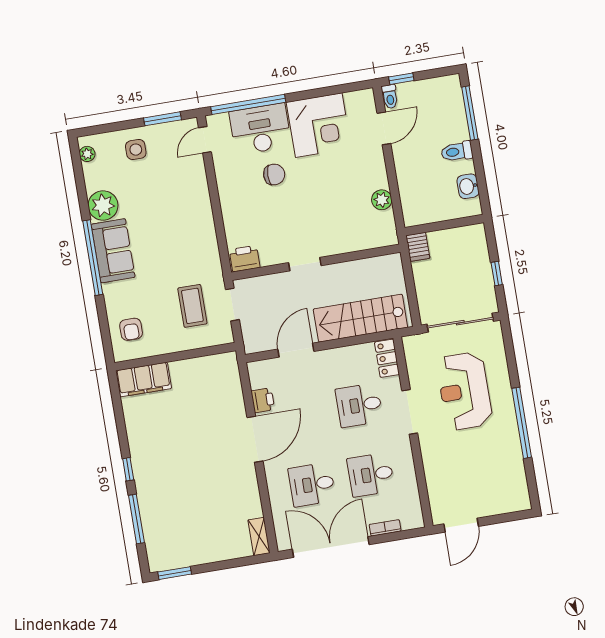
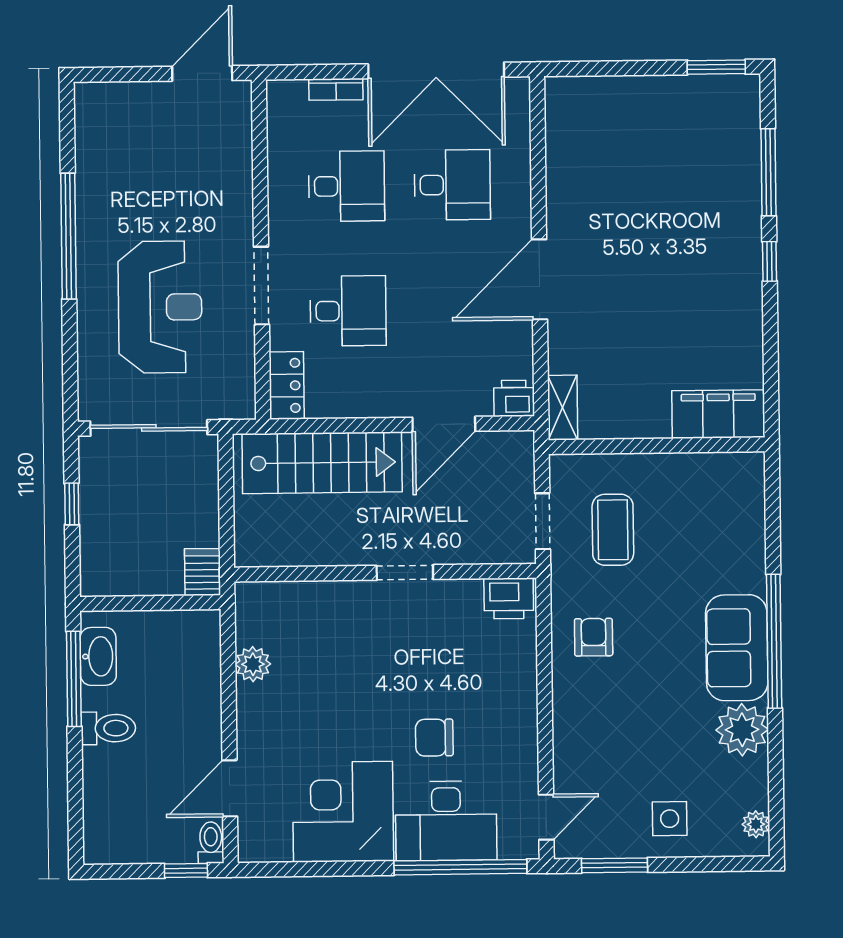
window: (470, 113) -> (74, 679), moved
washbasin: (468, 186) -> (98, 656), width x1.38
armchair: (131, 329) -> (594, 637), moved
printer: (263, 400) -> (514, 398), moved, turned 90
shelving: (259, 536) -> (563, 408), moved

